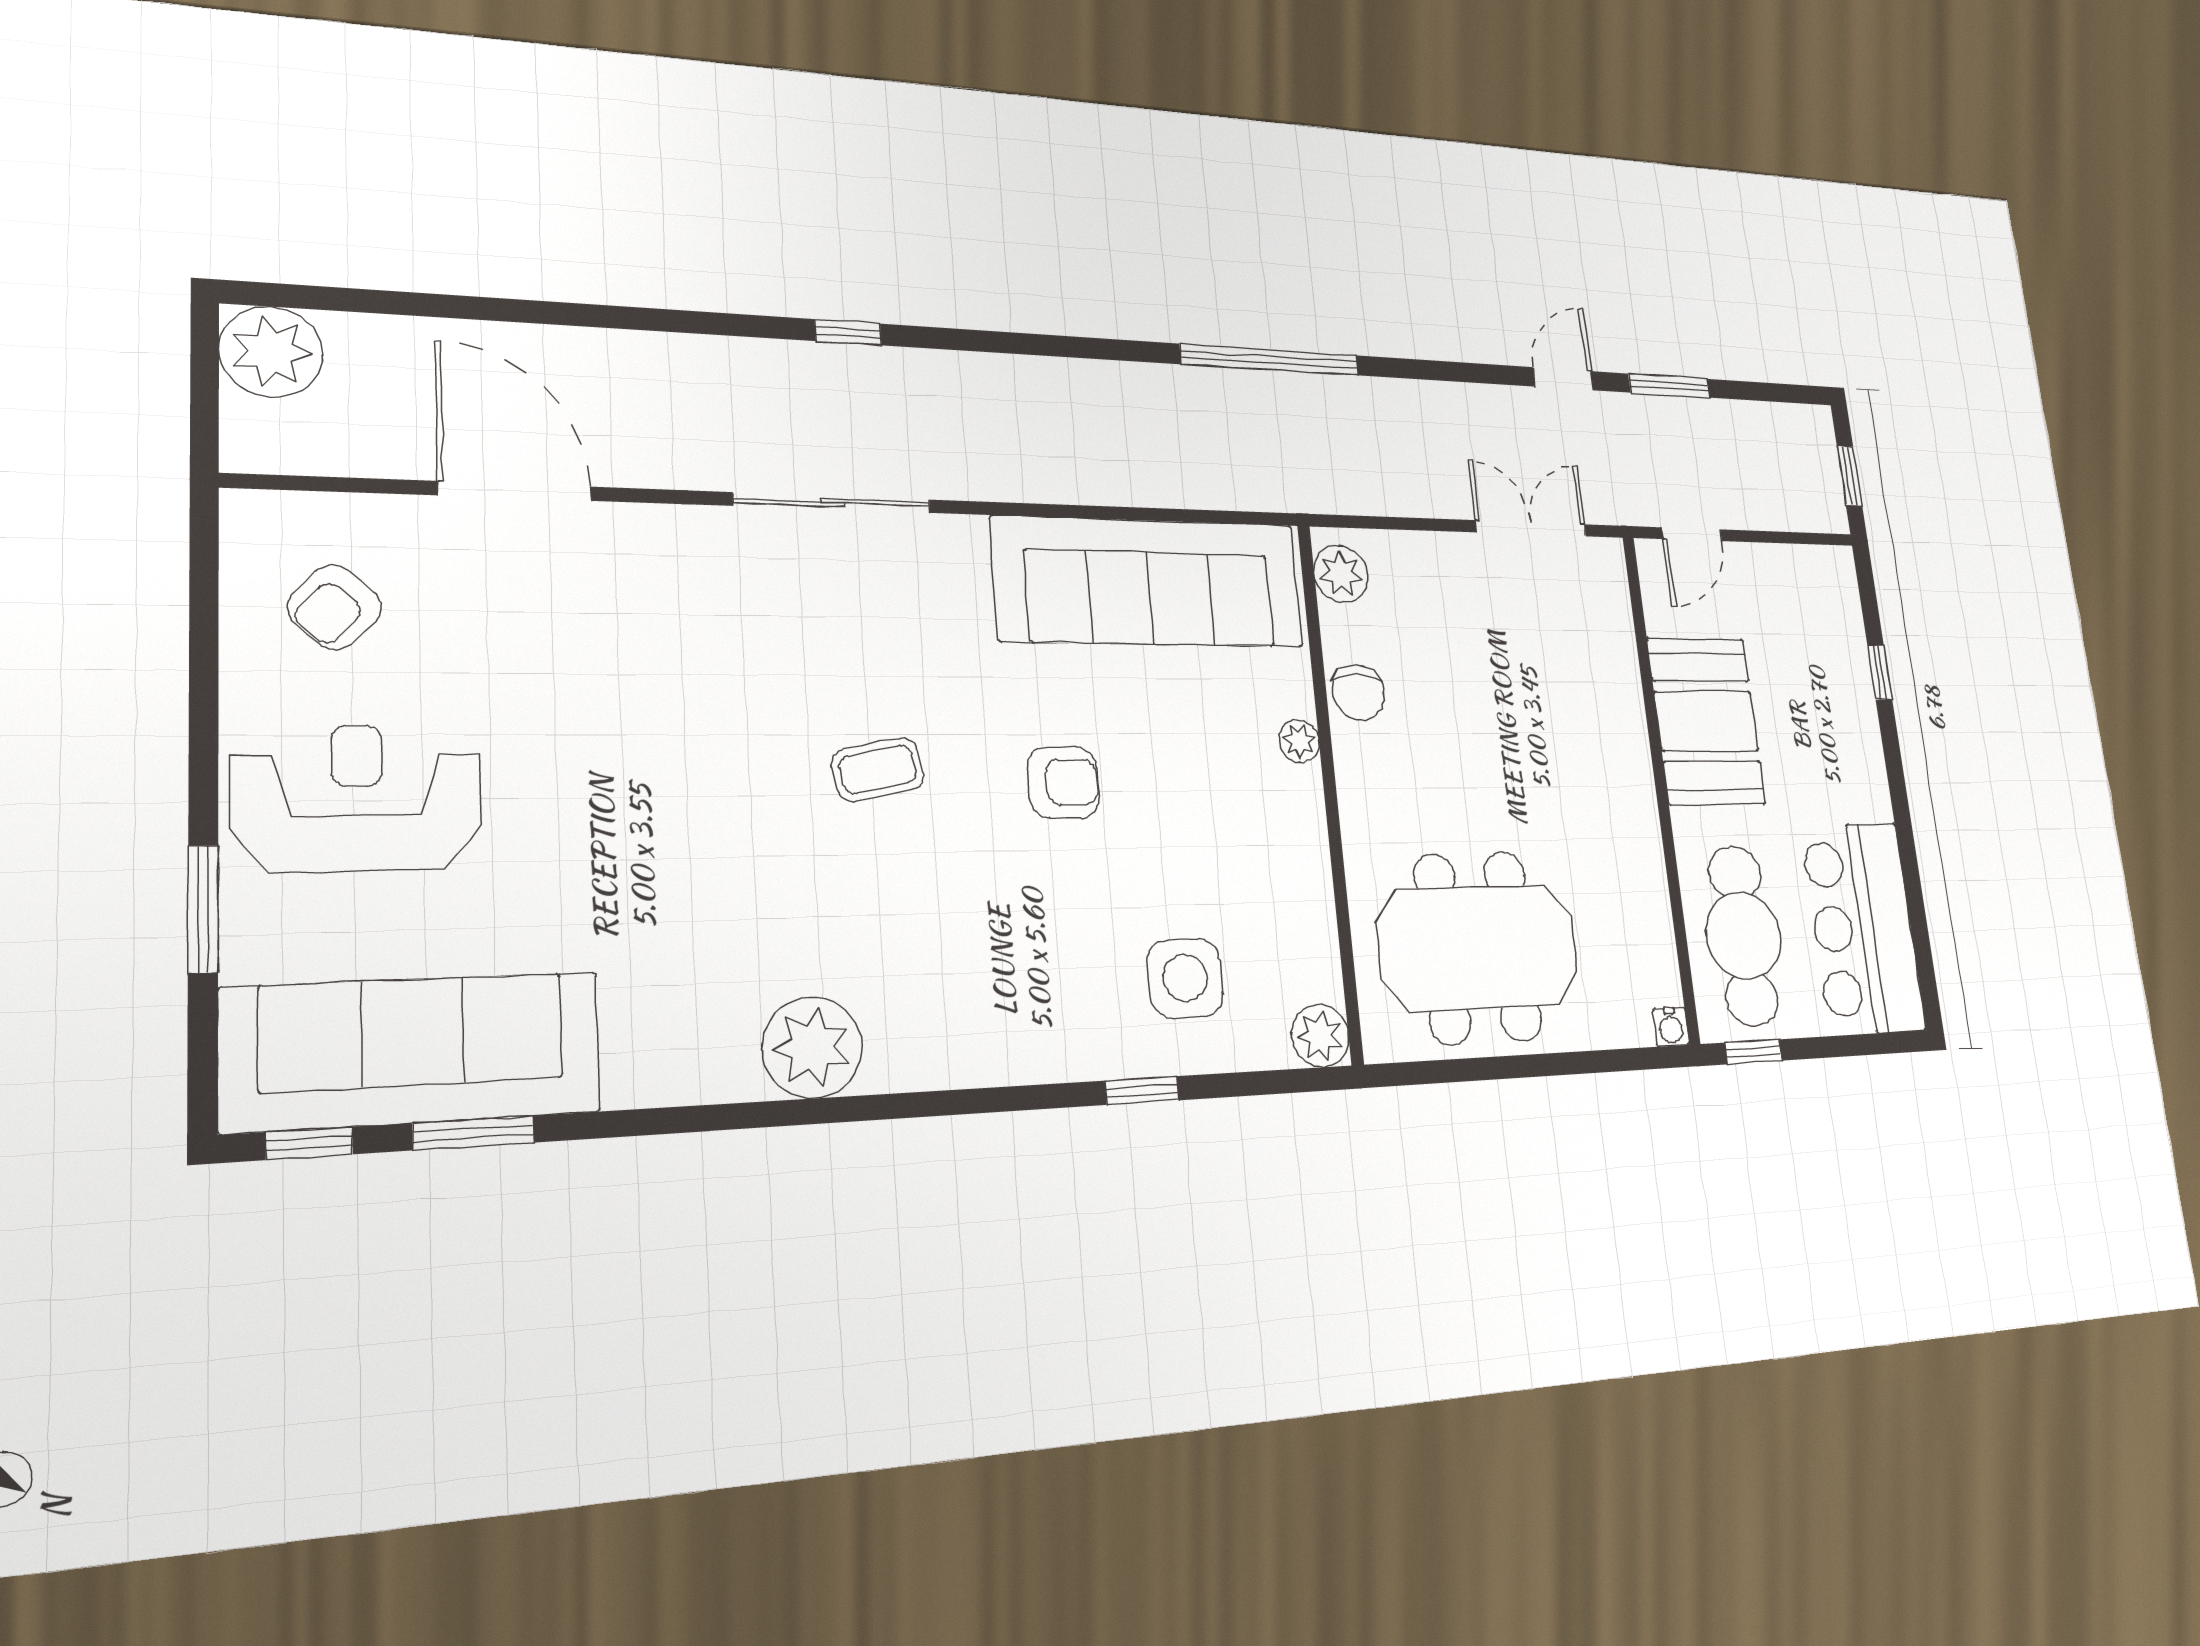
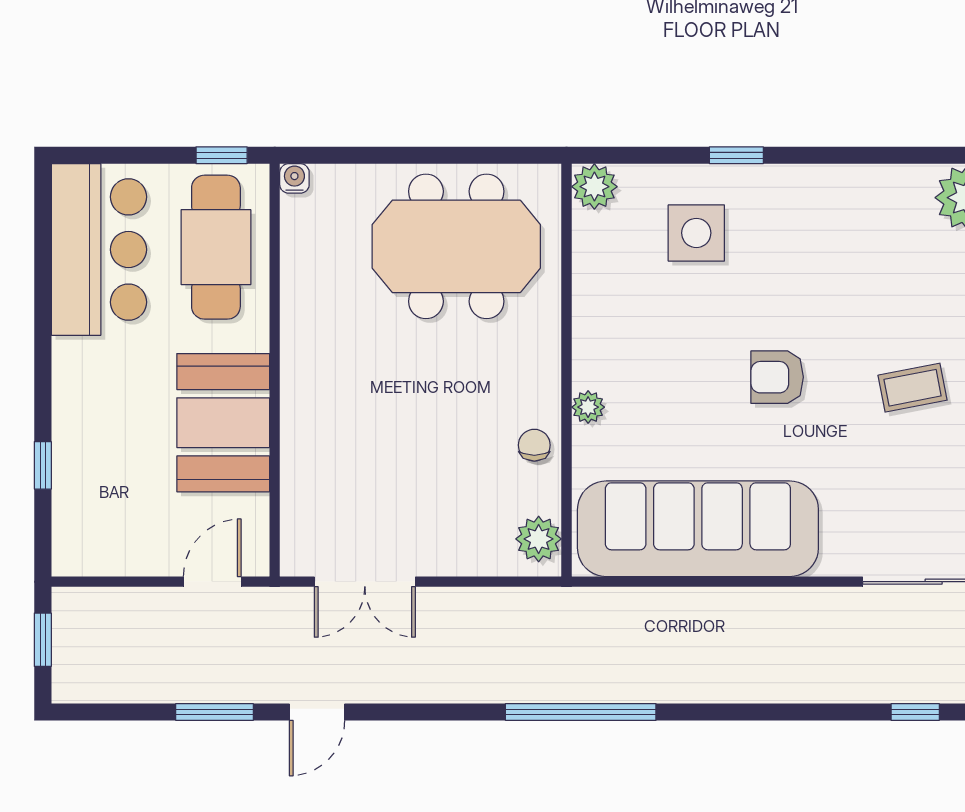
chair: (1358, 692) -> (534, 445), width x0.73, depth x0.73

